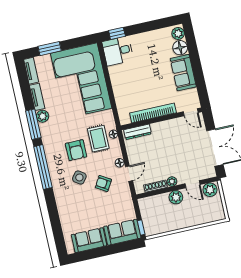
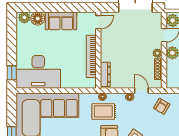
desk: (118, 51) -> (38, 72), width x1.87, depth x1.30
armchair: (103, 183) -> (162, 106), moved

